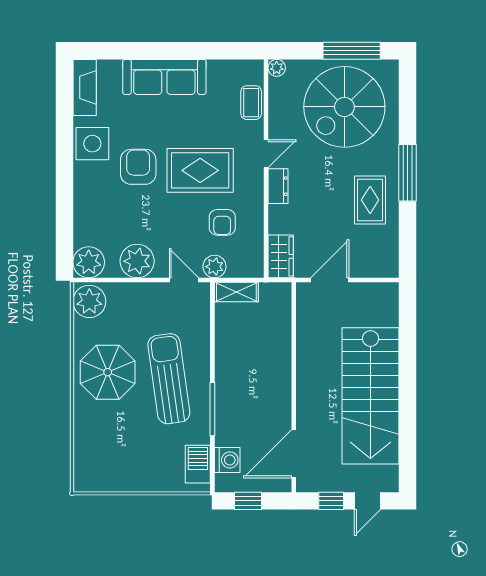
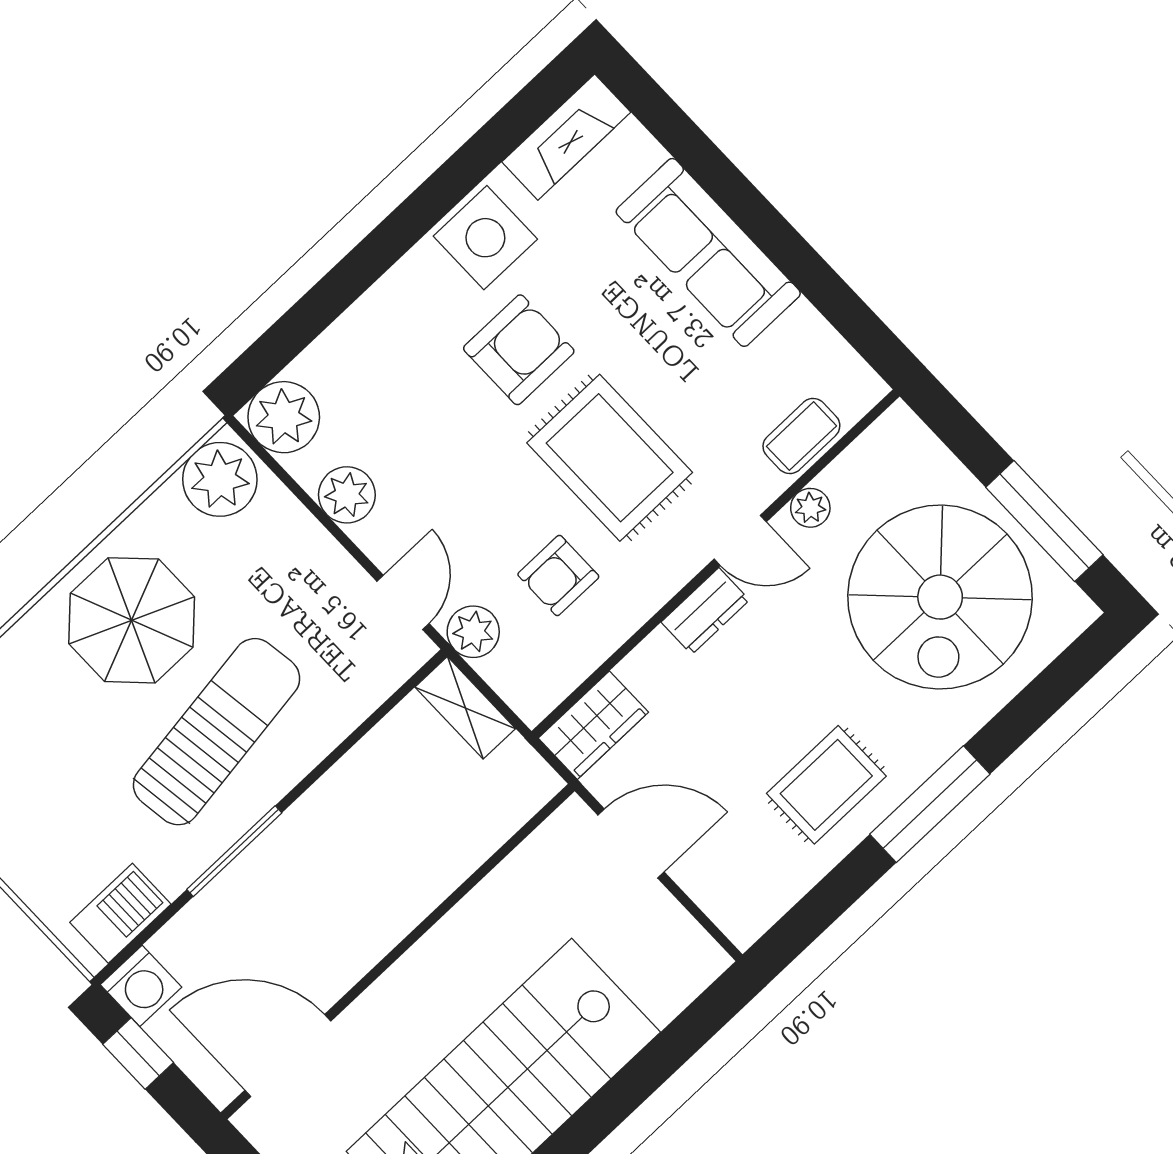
plant: (277, 68) -> (810, 508), moved
spiral stairs: (344, 107) -> (940, 597), turned -90
plant: (137, 261) -> (347, 495), width x0.73, depth x0.73
washing machine: (227, 460) -> (141, 986), moved

